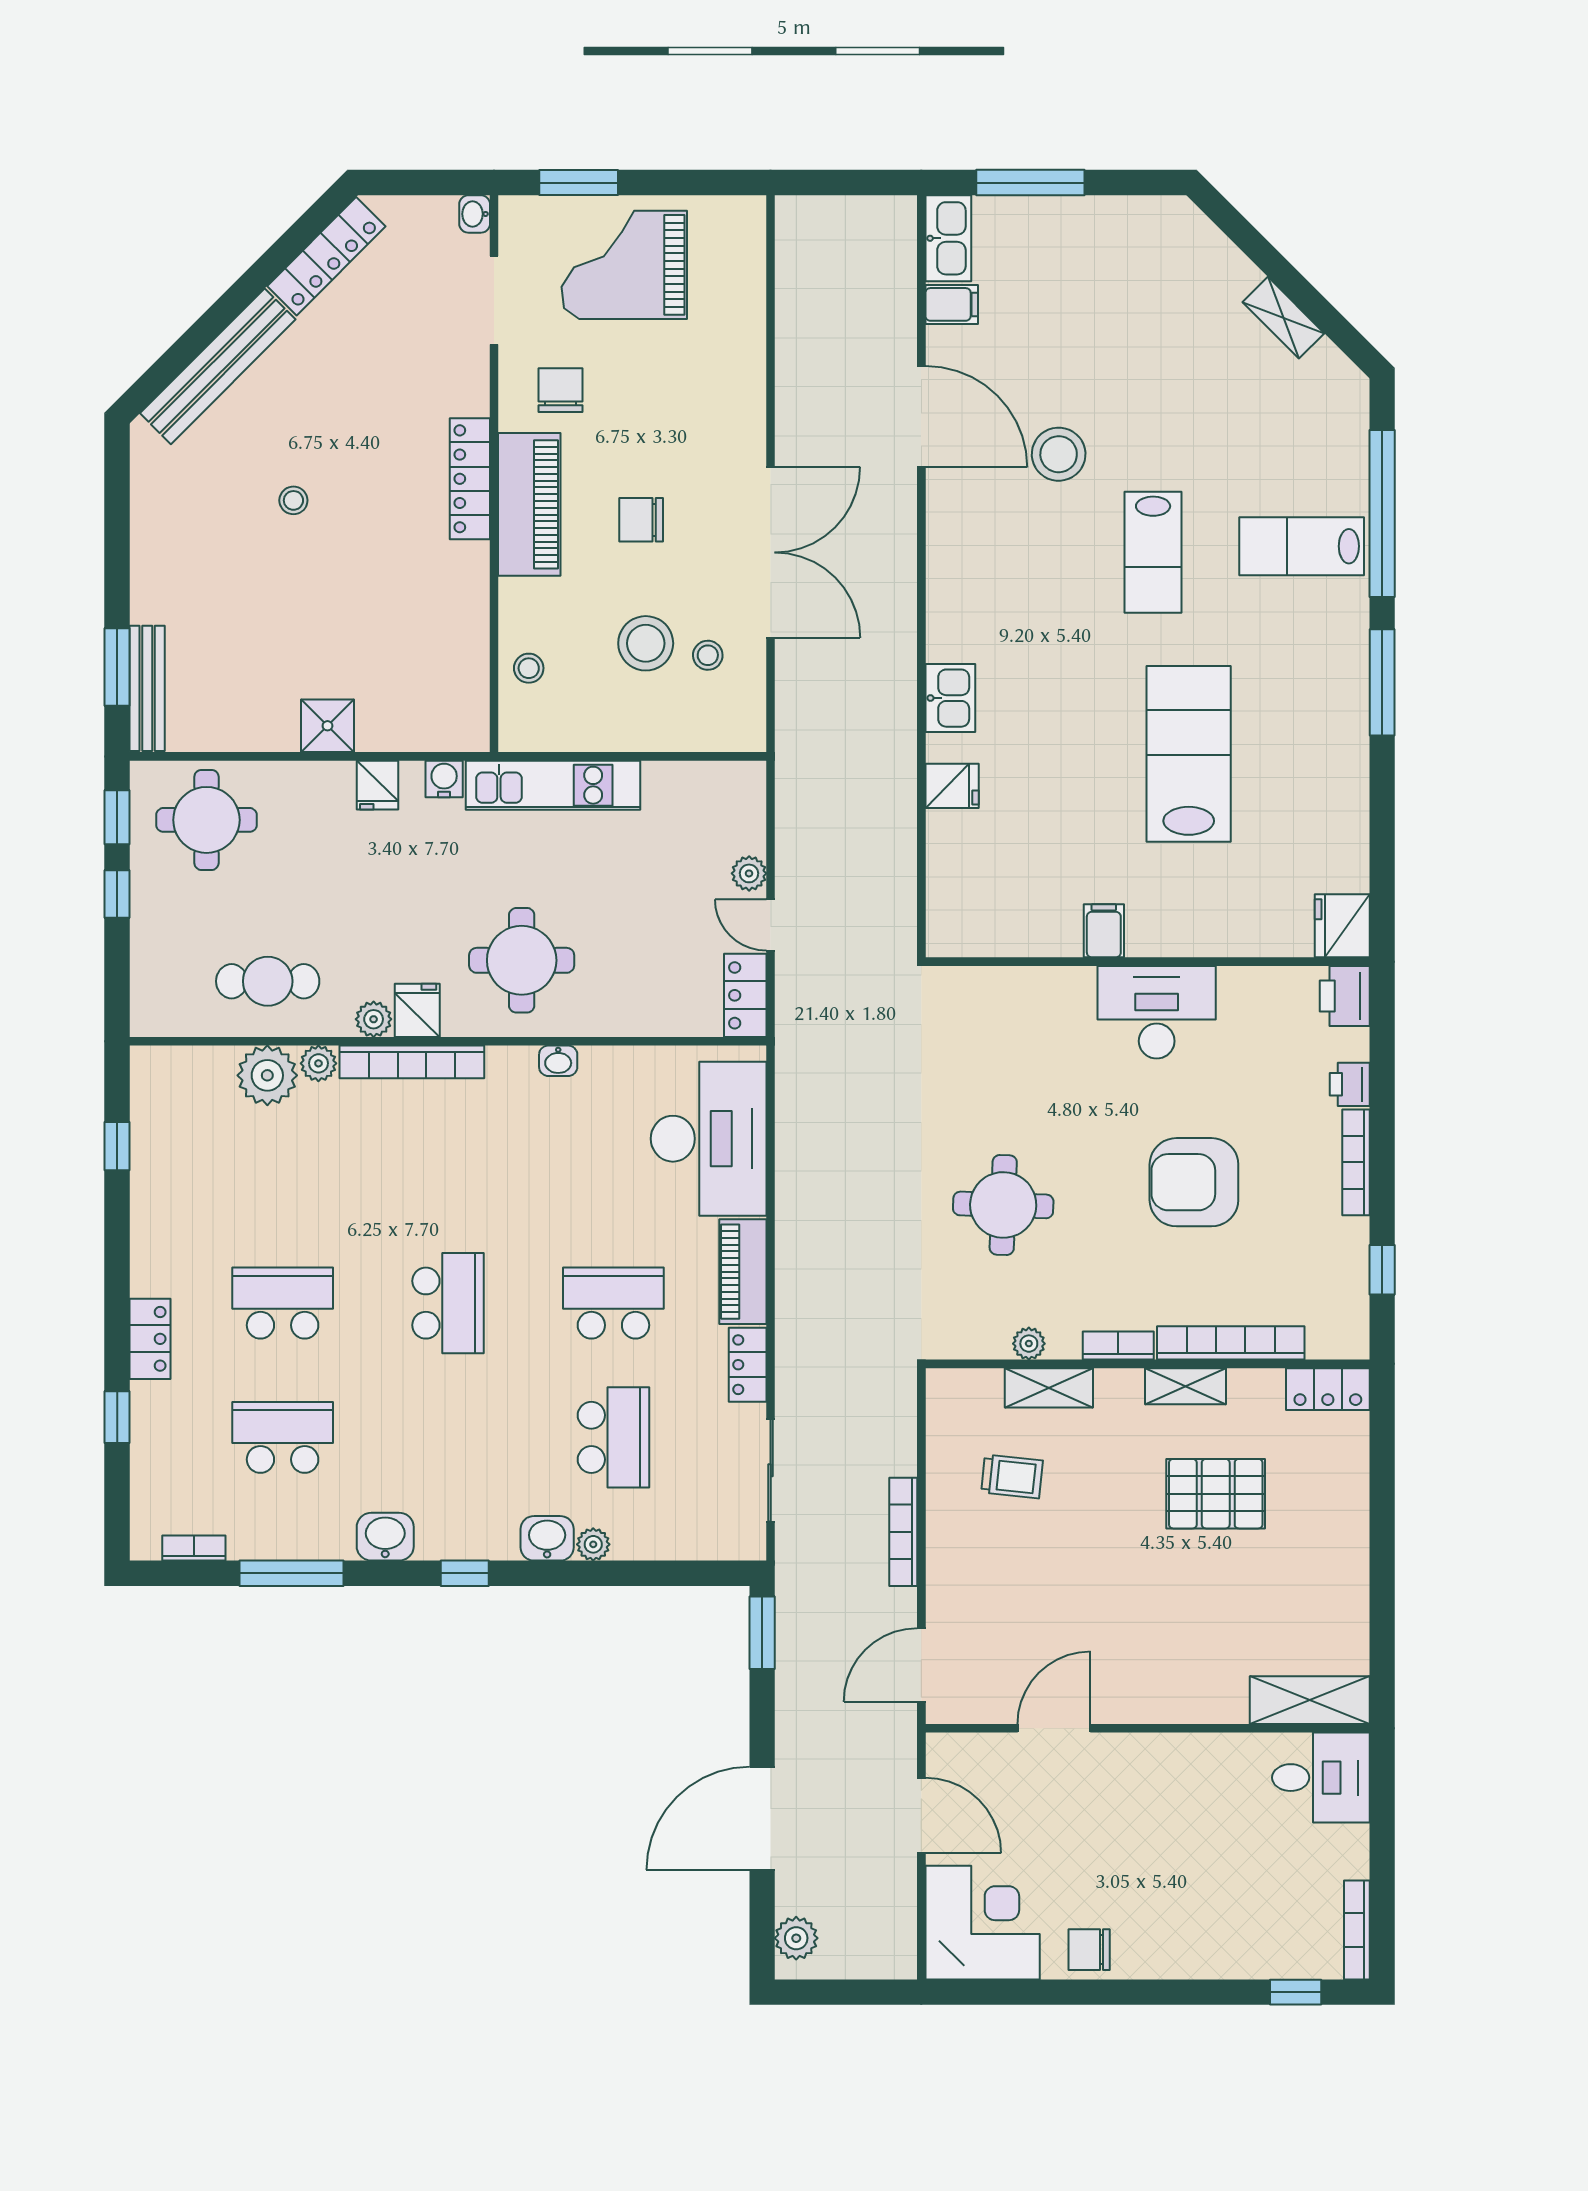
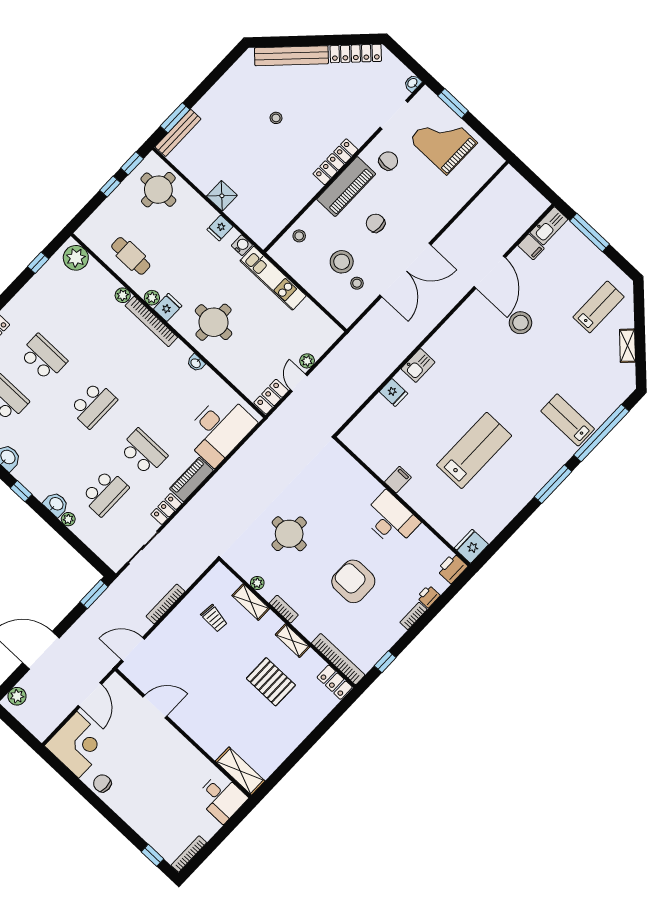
lab bench: (1153, 552) -> (599, 307), moved, turned 180
plant: (267, 1075) -> (76, 258), moved
bookcase: (1356, 1162) -> (413, 616), width x0.64
bookcase: (1231, 1343) -> (338, 659), moved

